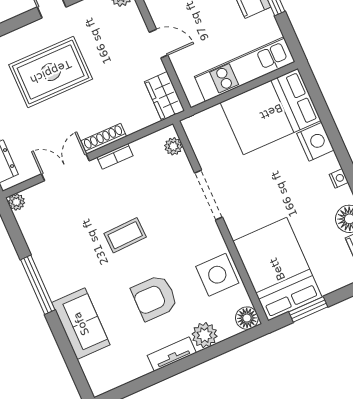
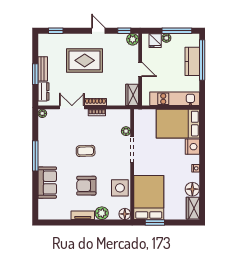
plant: (173, 146) -> (126, 131), moved

